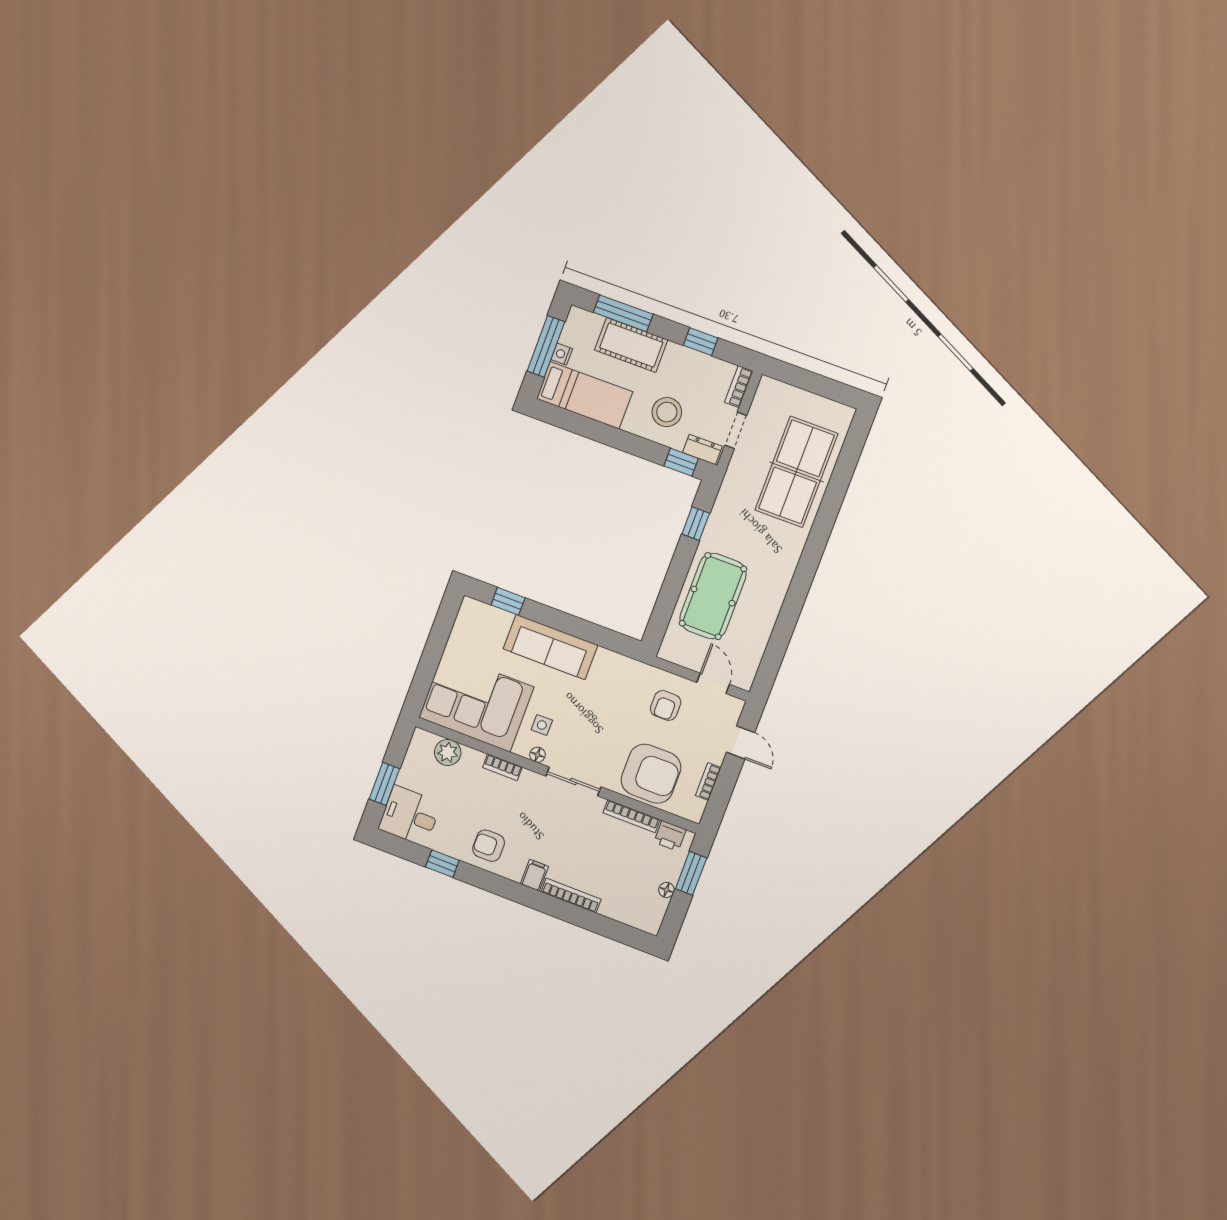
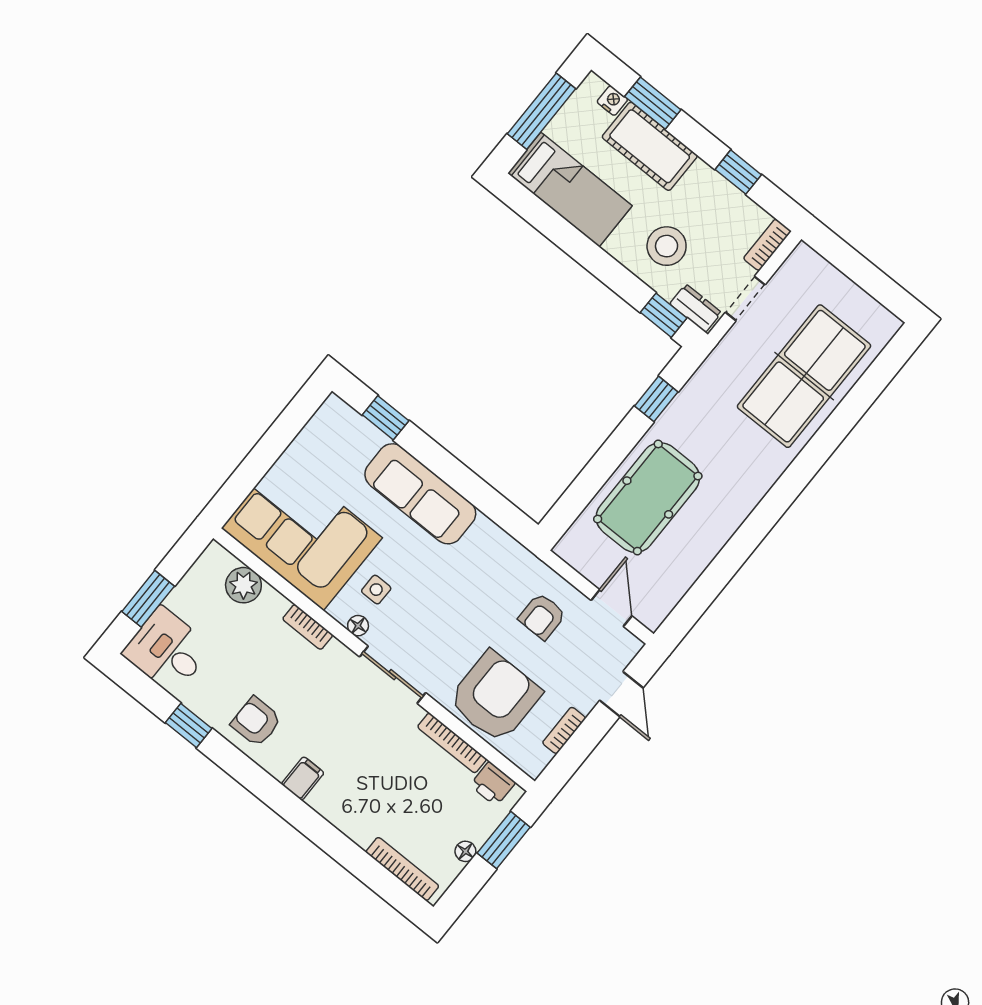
window: (623, 313) -> (653, 103), width x0.69
nightstand: (562, 354) -> (612, 101), moved, turned 90
armchair: (651, 774) -> (495, 697), turned -90
bookcase: (571, 895) -> (402, 869), moved

